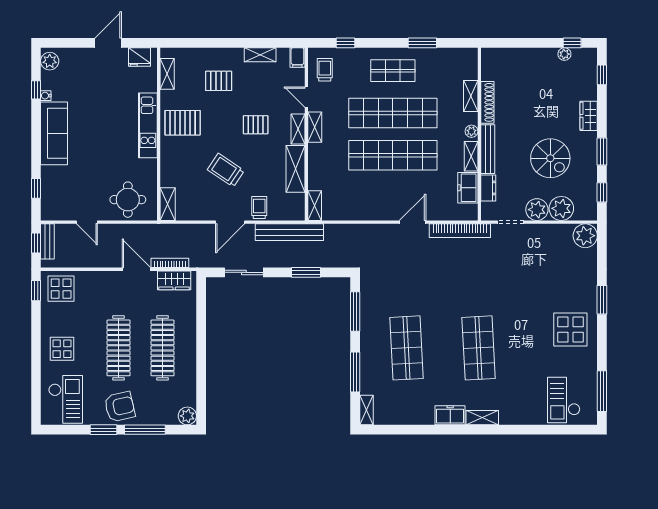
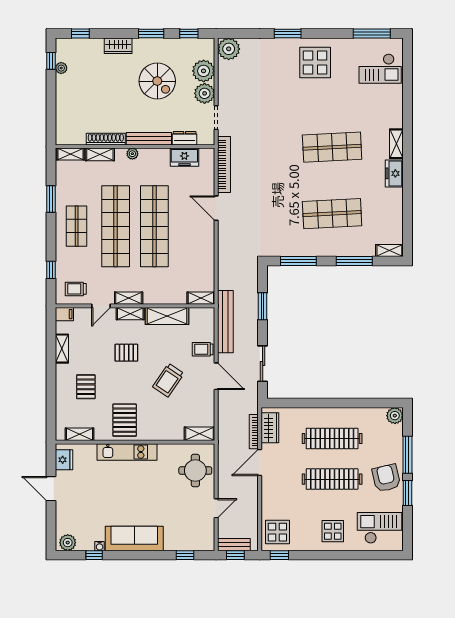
pallet: (256, 125) -> (126, 353), turned 90
shelving: (471, 156) -> (71, 154), moved
spiral stairs: (550, 158) -> (157, 81), turned 90

